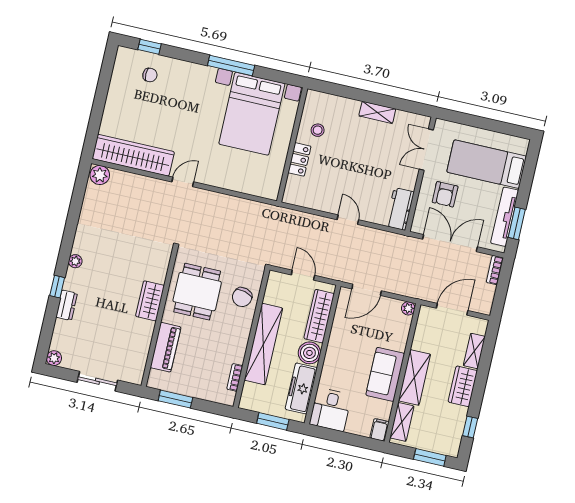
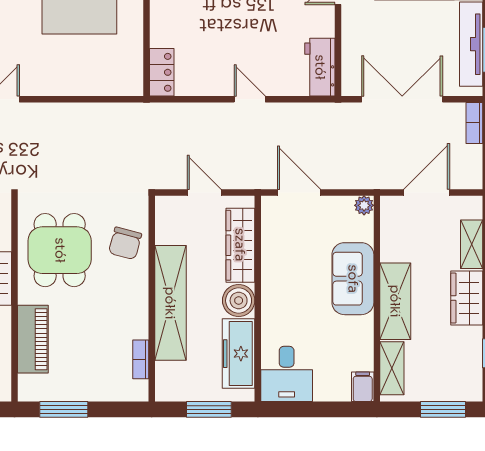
locker: (299, 159) -> (162, 72), moved
armchair: (445, 194) -> (379, 32), removed
door: (367, 290) -> (299, 193), swing flipped
sofa: (385, 374) -> (353, 279), moved

